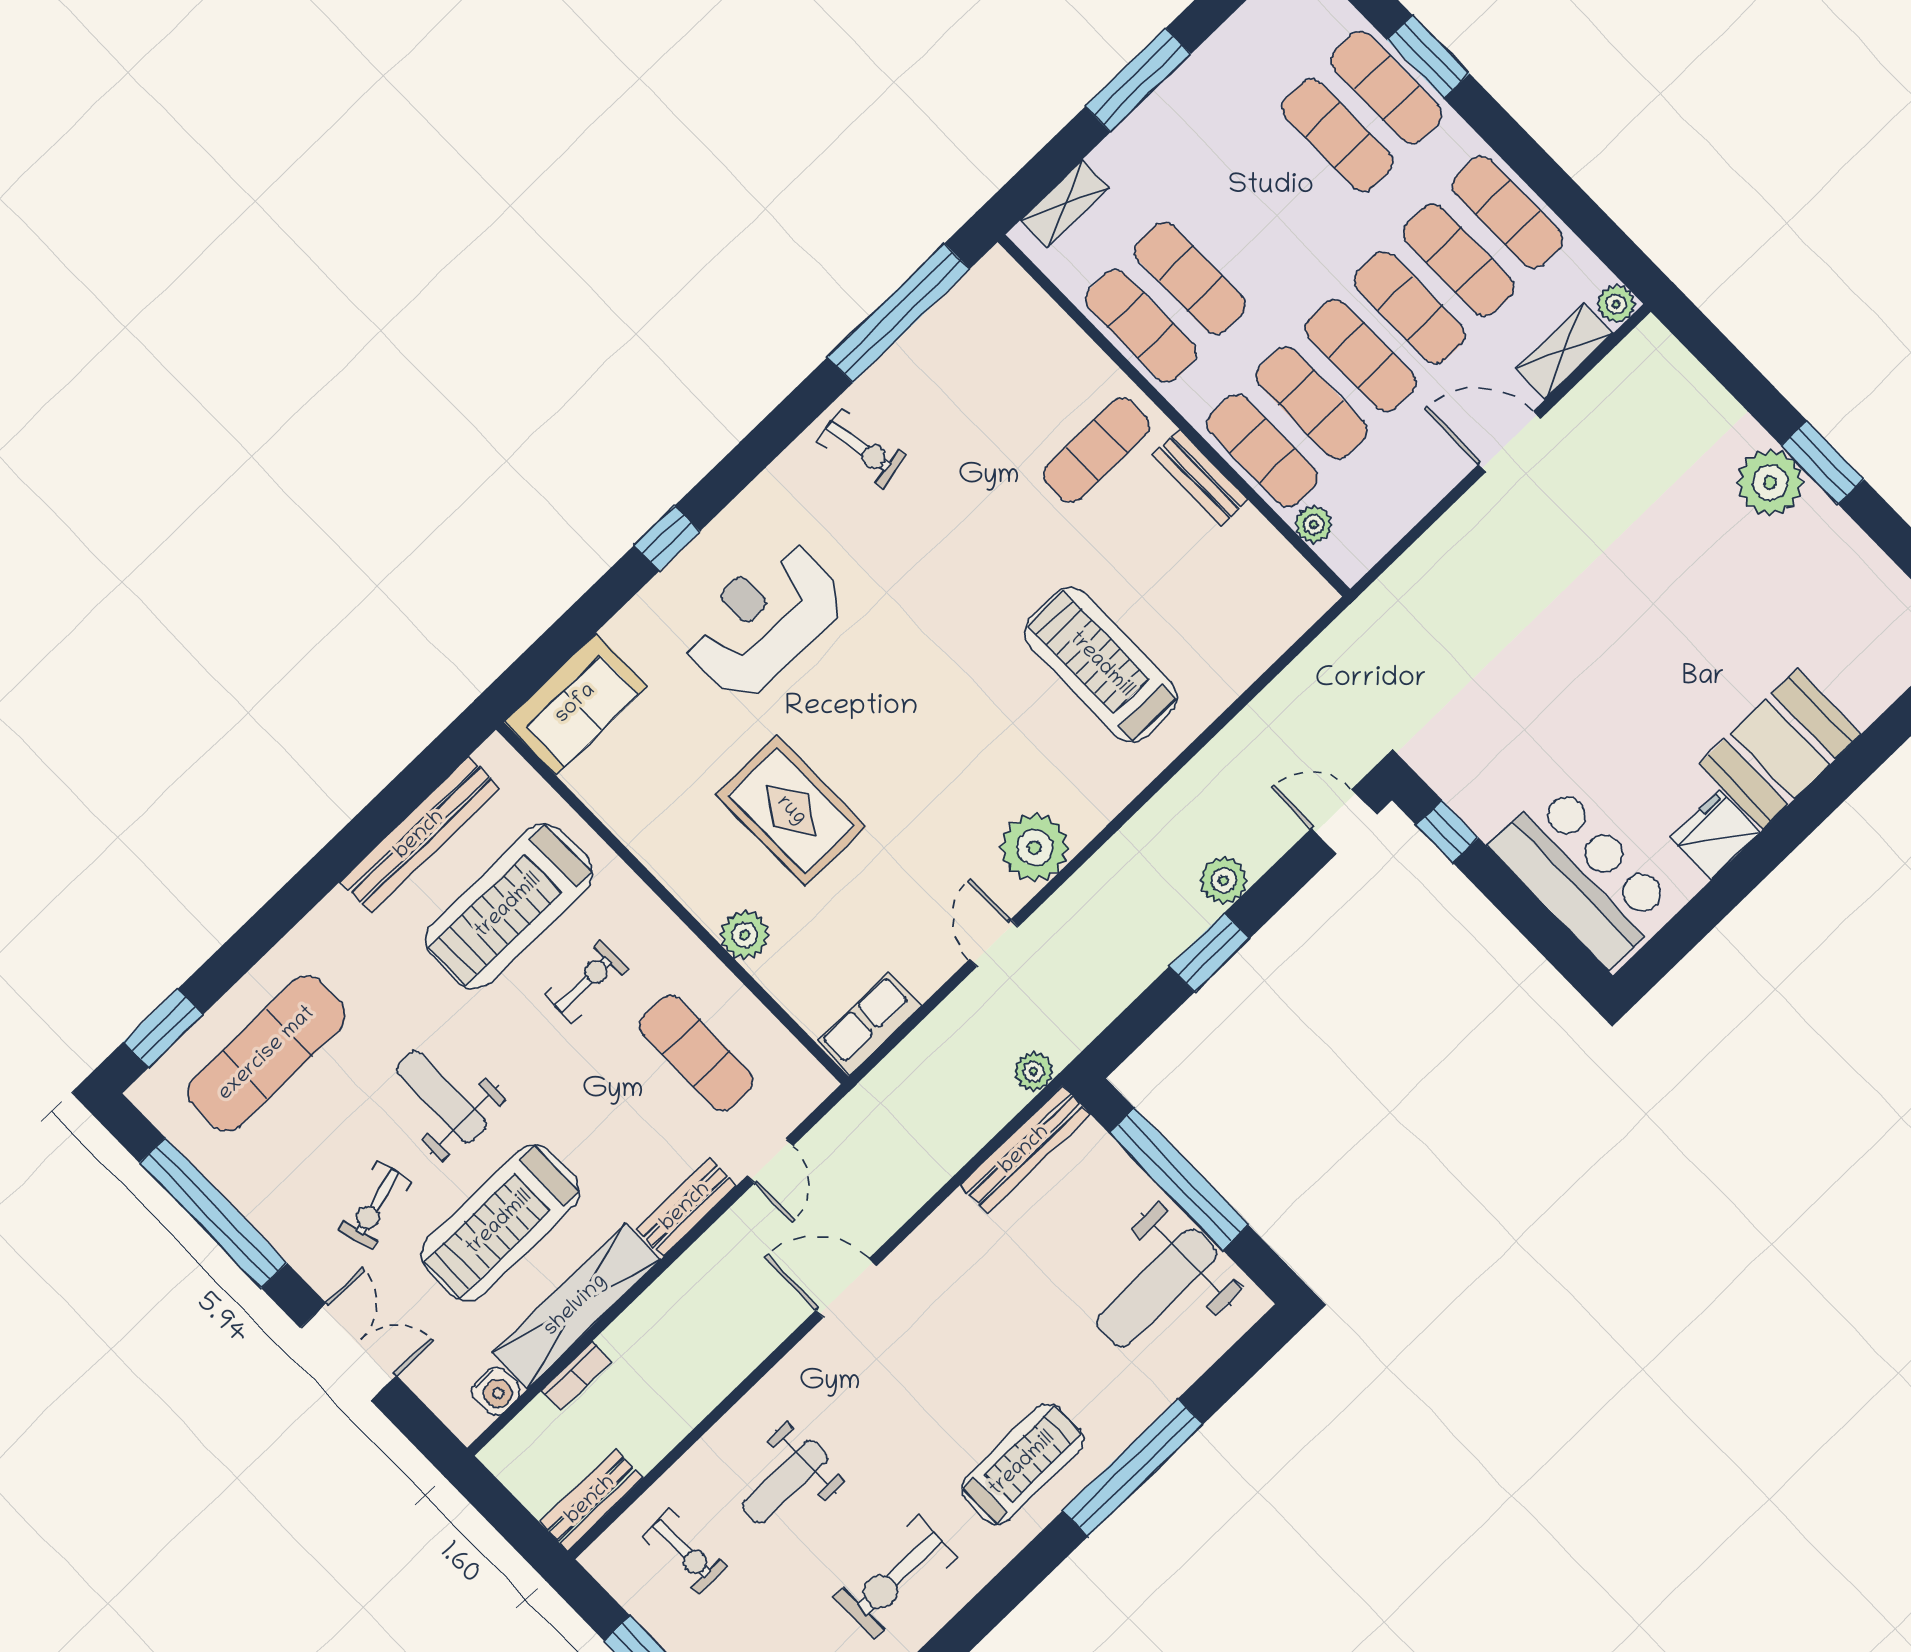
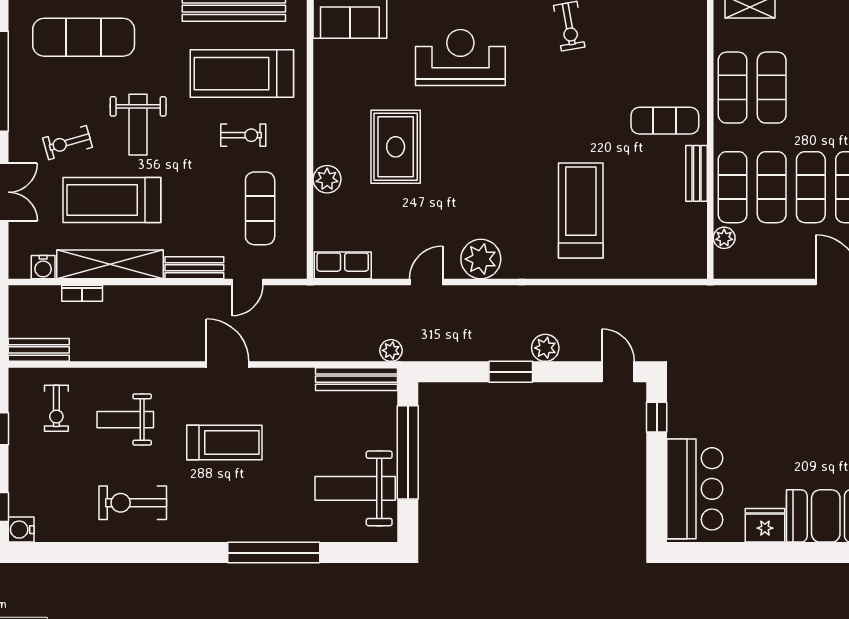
weight bench: (441, 1097) -> (138, 125), turned 180
treadmill: (1023, 1464) -> (224, 443), moved

